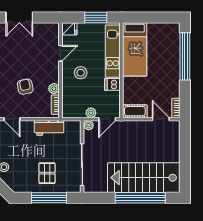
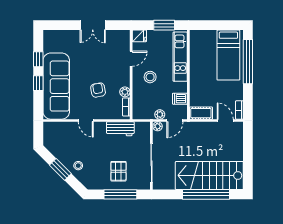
bed: (135, 49) -> (228, 55), moved
dishwasher: (112, 84) -> (180, 99), moved

